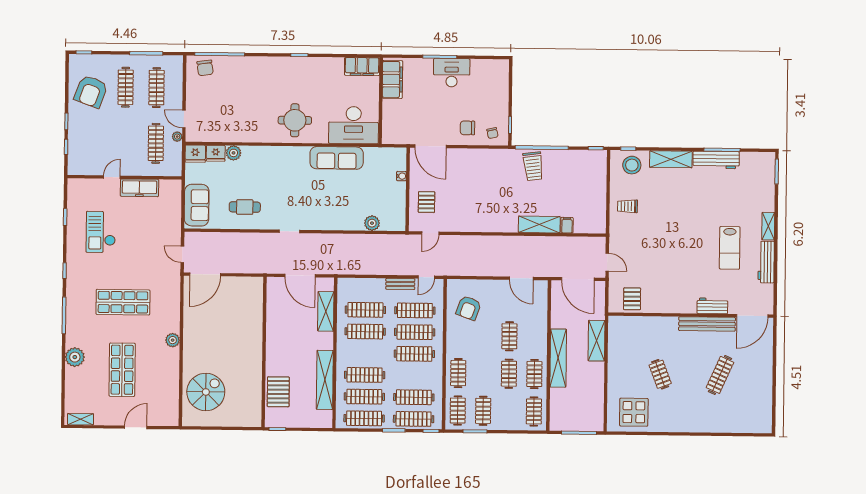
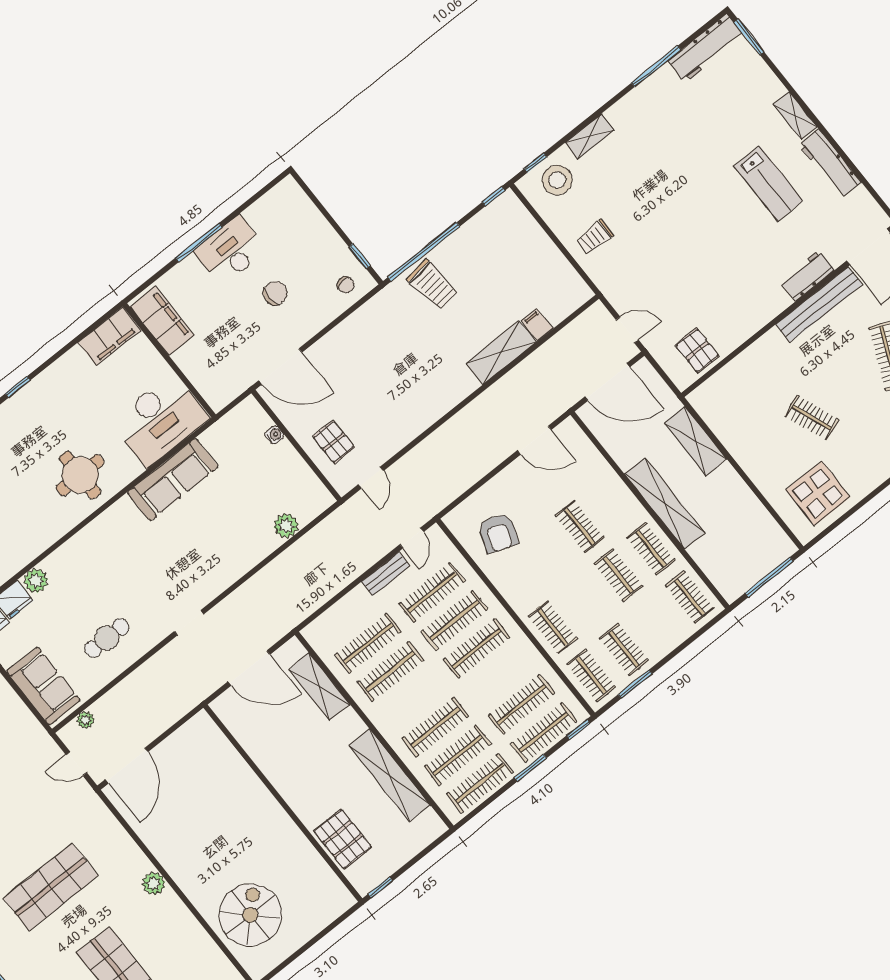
chair: (467, 128) -> (275, 293), moved, turned 180
shelving: (671, 159) -> (590, 136), width x0.67, depth x0.75
workbench: (716, 160) -> (706, 48), moved
plant: (203, 237) -> (85, 720), added

